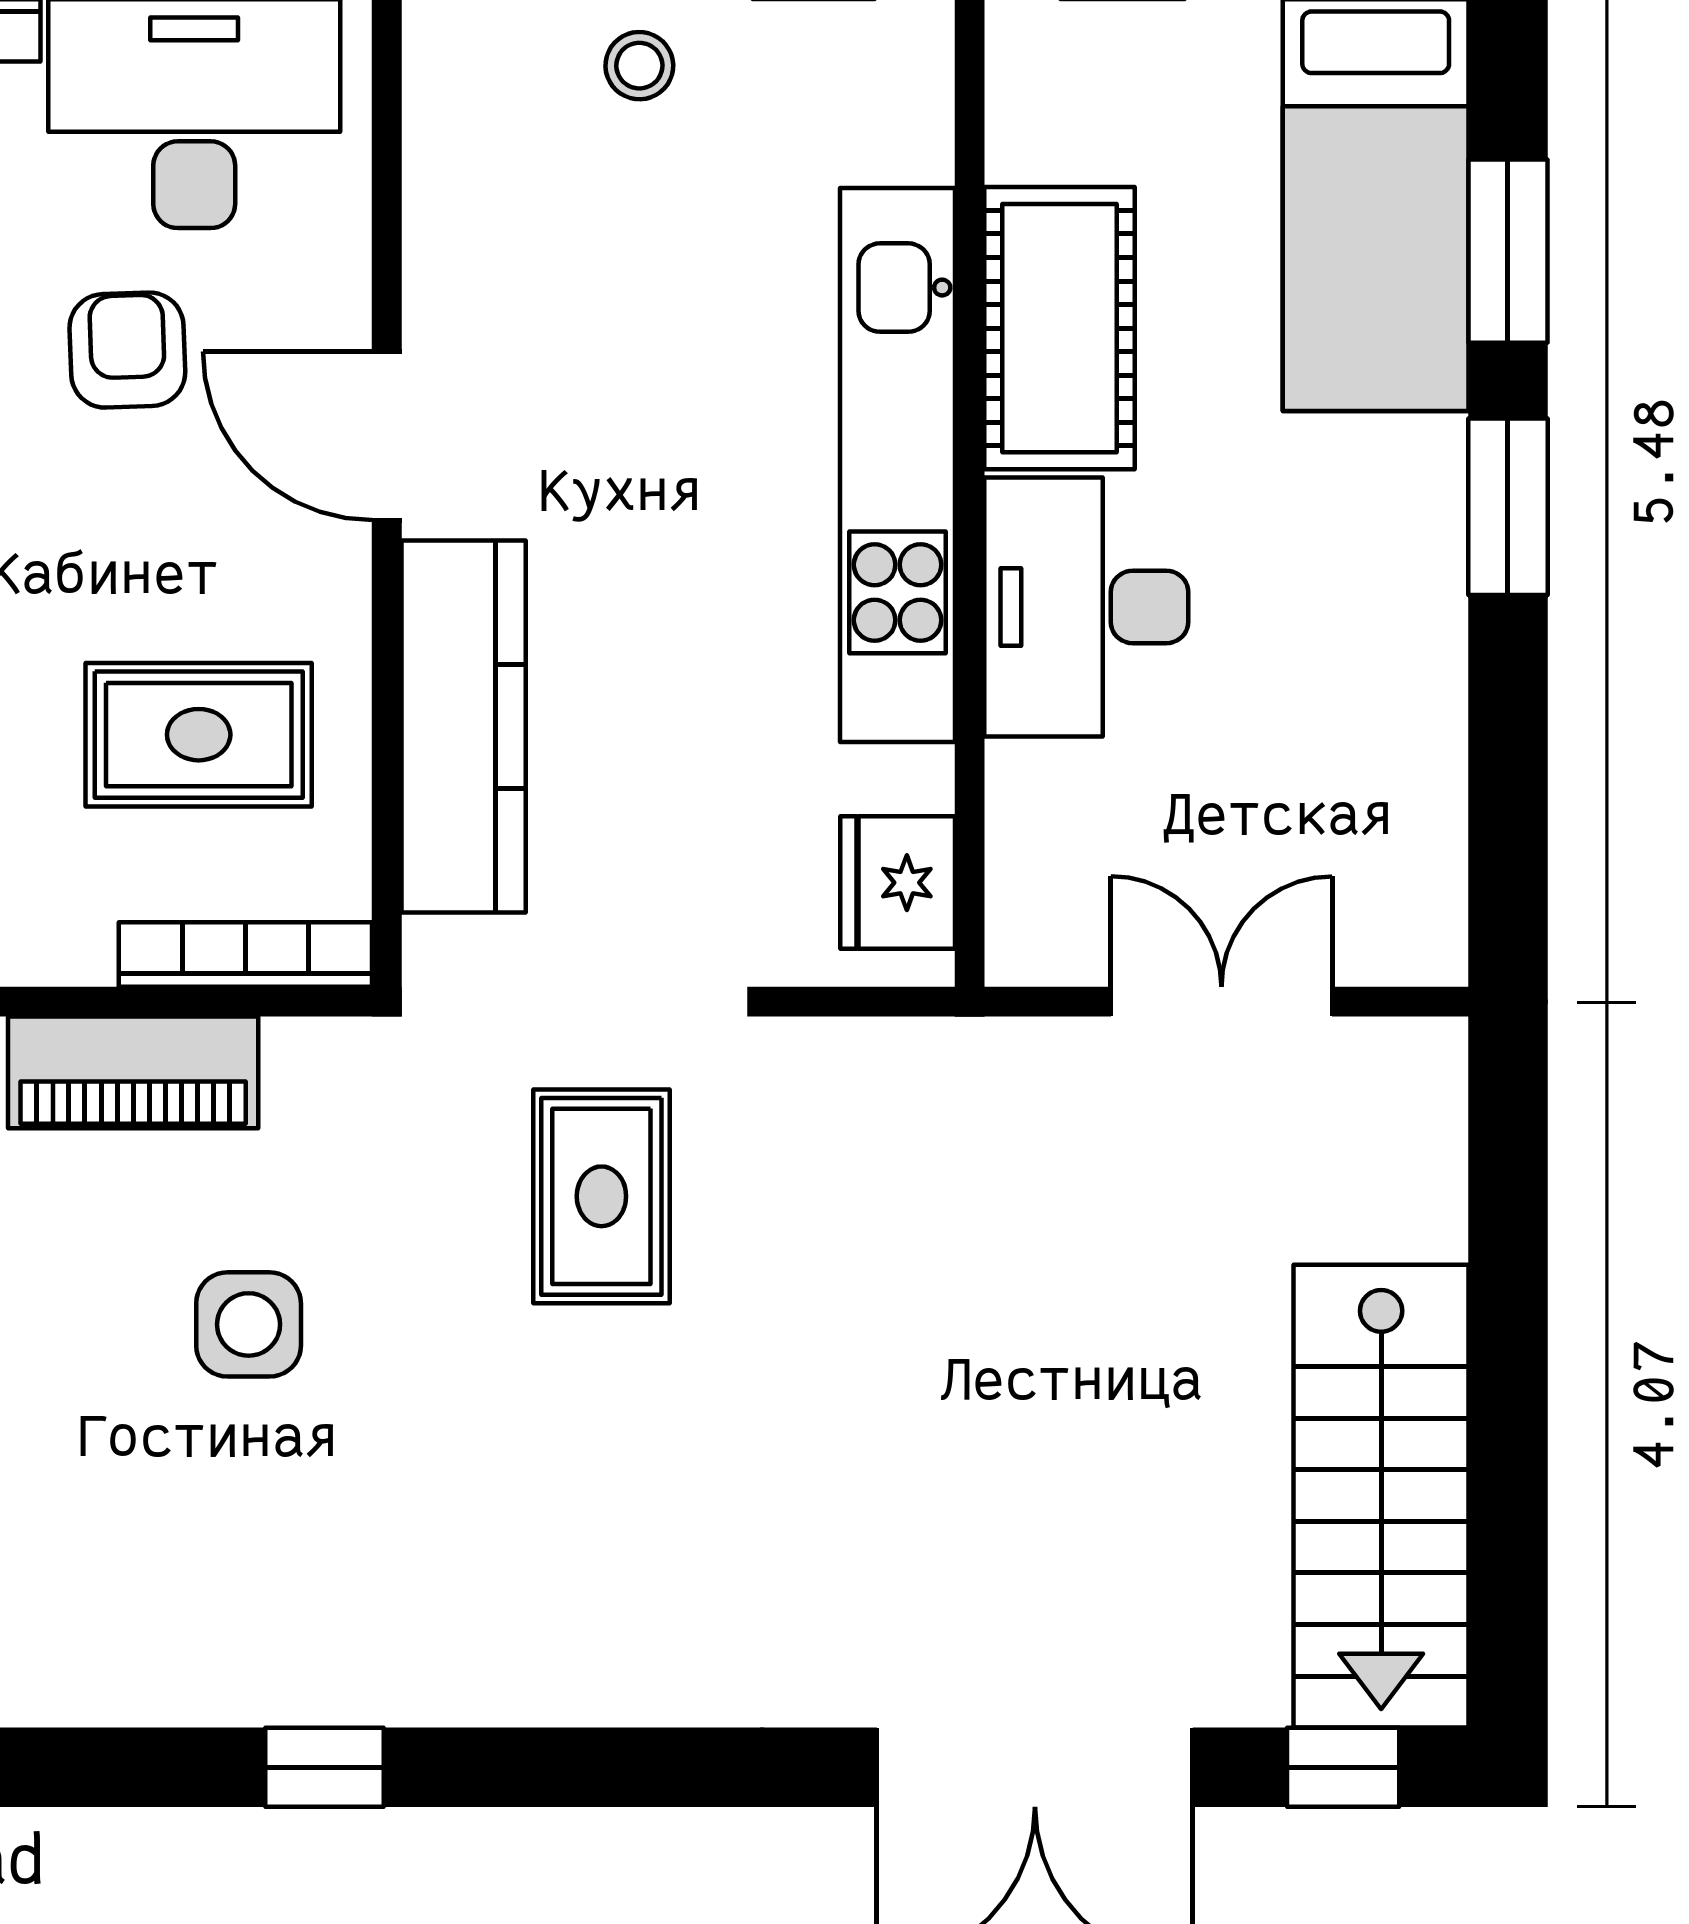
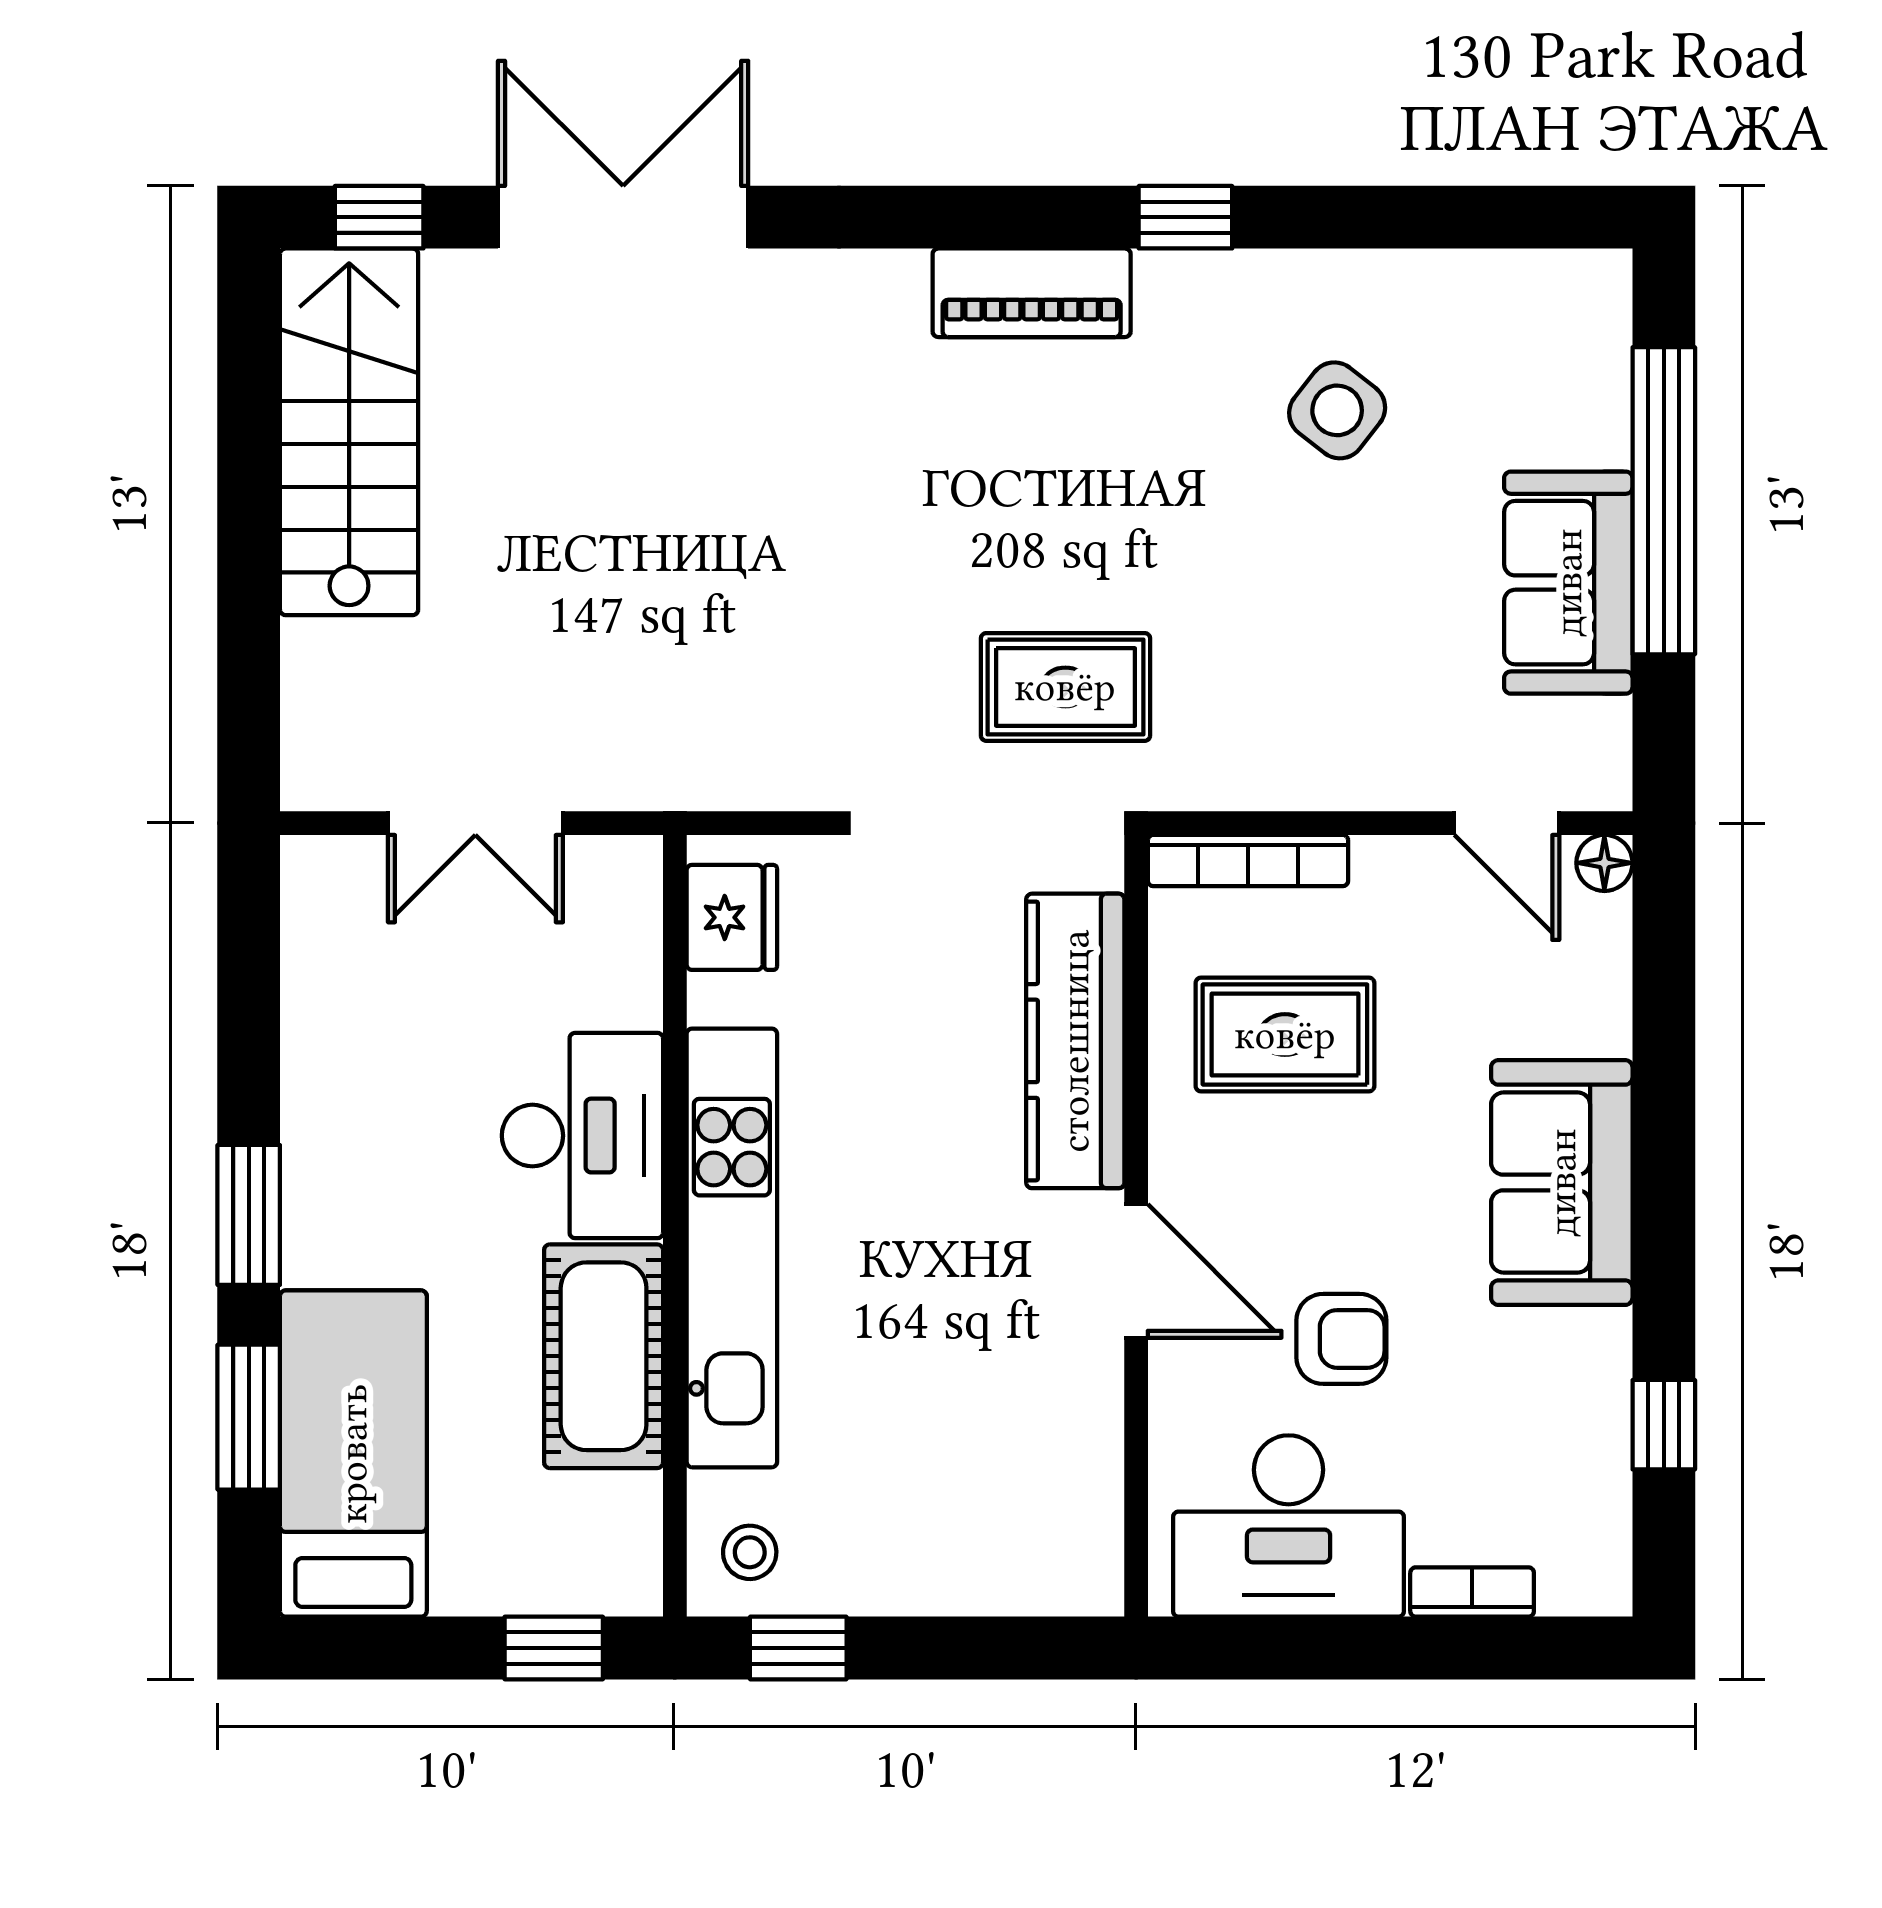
stool: (639, 66) -> (750, 1552), moved
armchair: (127, 350) -> (1341, 1339), turned -88
piano: (133, 1072) -> (1032, 293), moved, turned 180
rug: (601, 1196) -> (1065, 687), moved, turned 90
side table: (249, 1324) -> (1337, 410), moved, turned 38

